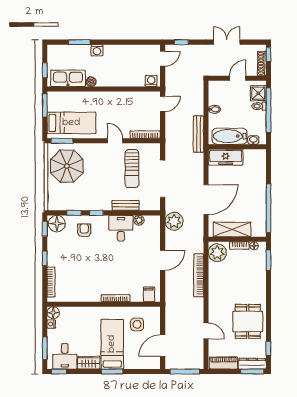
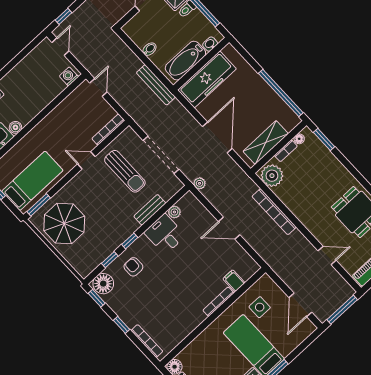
freezer: (226, 157) -> (207, 79), width x1.36, depth x1.26
plant: (174, 221) -> (200, 183), width x0.53, depth x0.53
door: (163, 260) -> (229, 228), swing flipped
filing cabinet: (149, 294) -> (234, 281), moved

